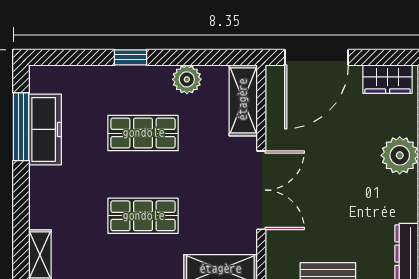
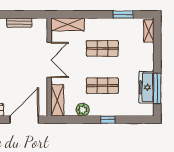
double door: (261, 190) -> (49, 60), swing flipped

